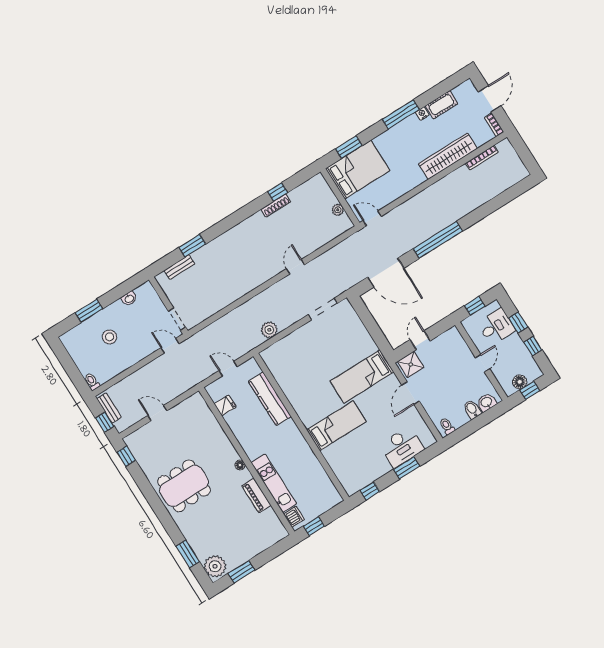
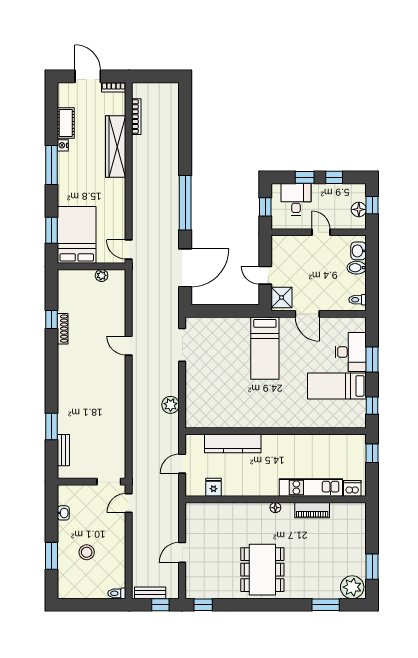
door: (372, 218) -> (129, 249), hinge flipped
bed: (336, 426) -> (337, 386), moved, turned -90
window: (314, 526) -> (372, 453), moved

